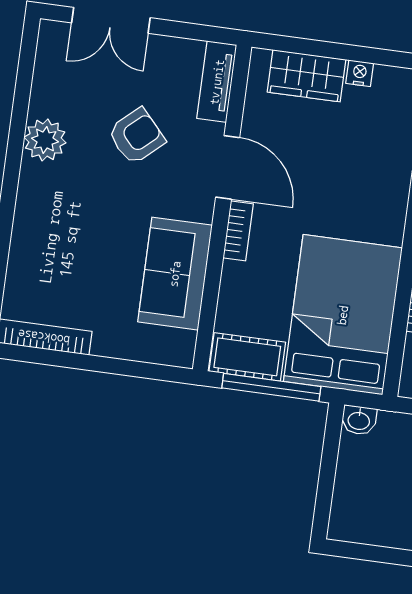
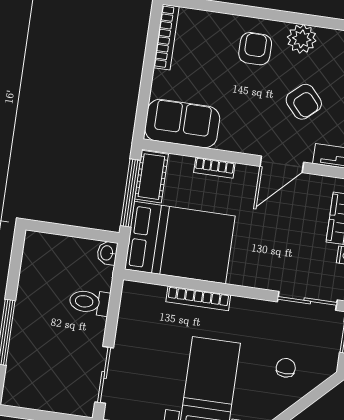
armchair: (60, 208) -> (255, 49), added
bookcase: (238, 231) -> (214, 168), moved
sofa: (175, 274) -> (182, 124), moved

